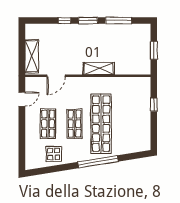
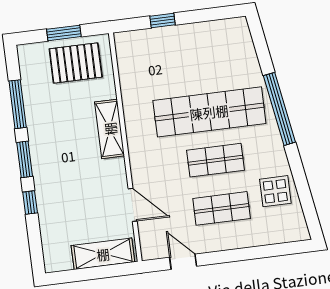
pallet: (137, 55) -> (76, 63), added

